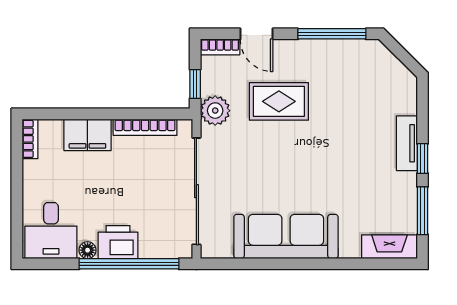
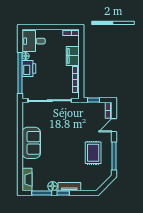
rug: (279, 101) -> (93, 153), moved
plant: (215, 111) -> (83, 108), removed
floor lamp: (406, 184) -> (53, 186), added
sofa: (286, 236) -> (31, 143), width x0.73

